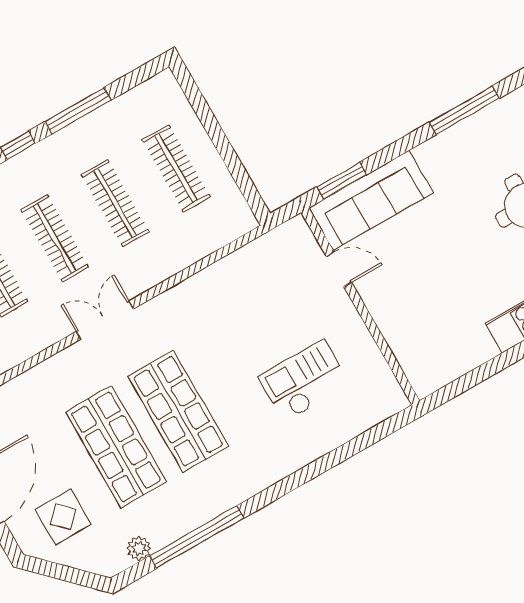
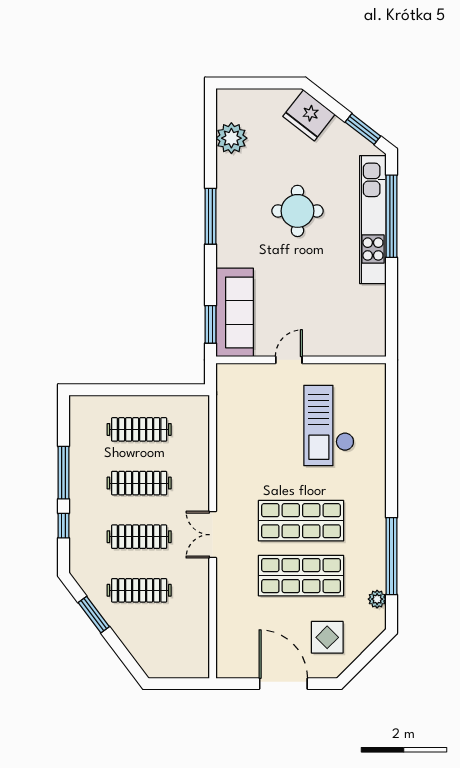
door: (339, 269) -> (289, 360), moved
checkout: (304, 381) -> (329, 426), width x1.36, depth x1.21

